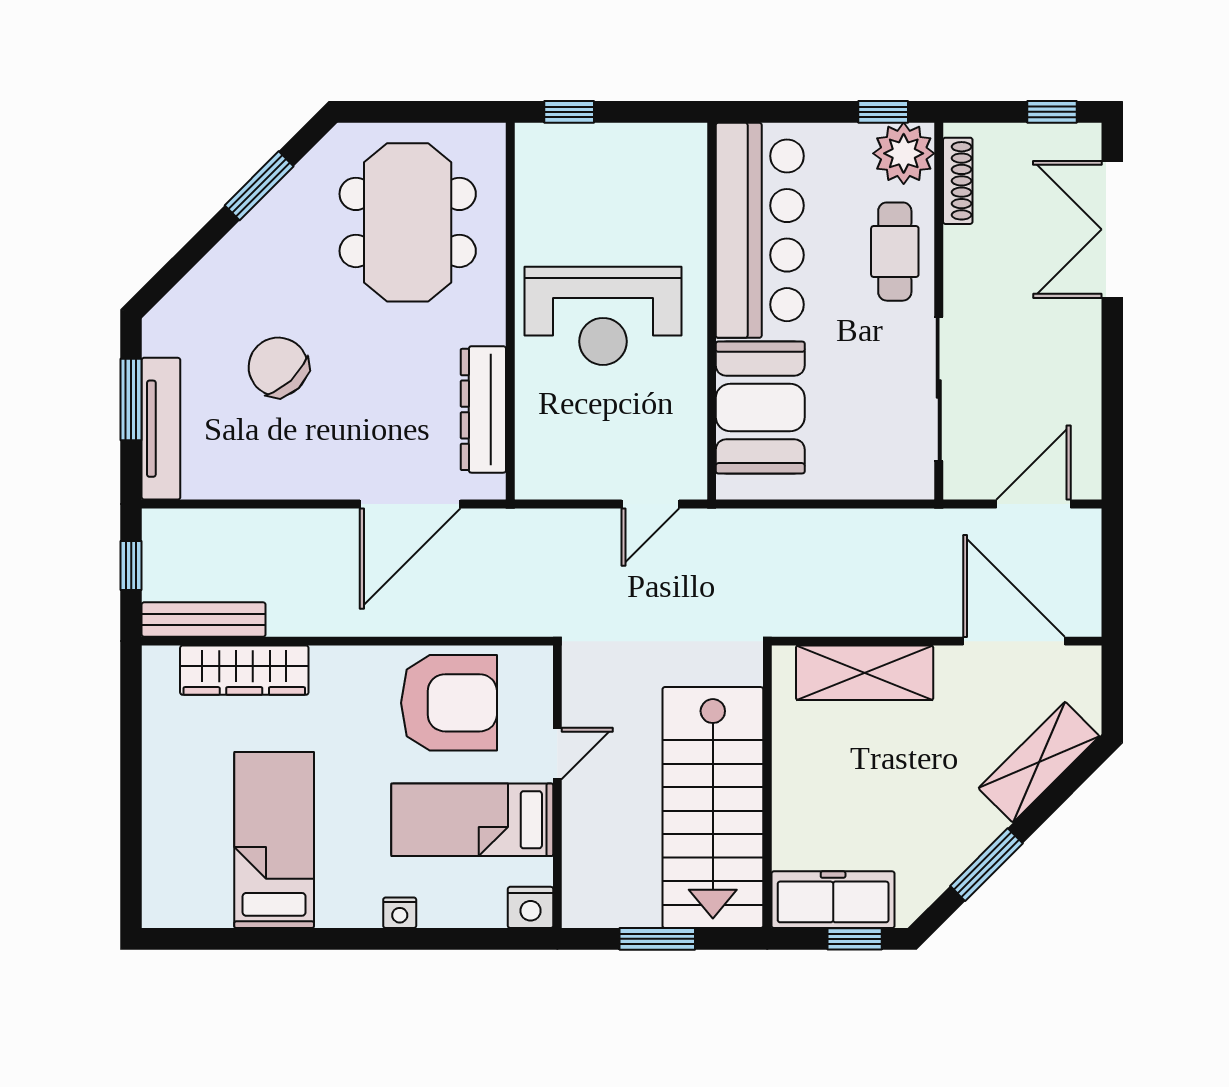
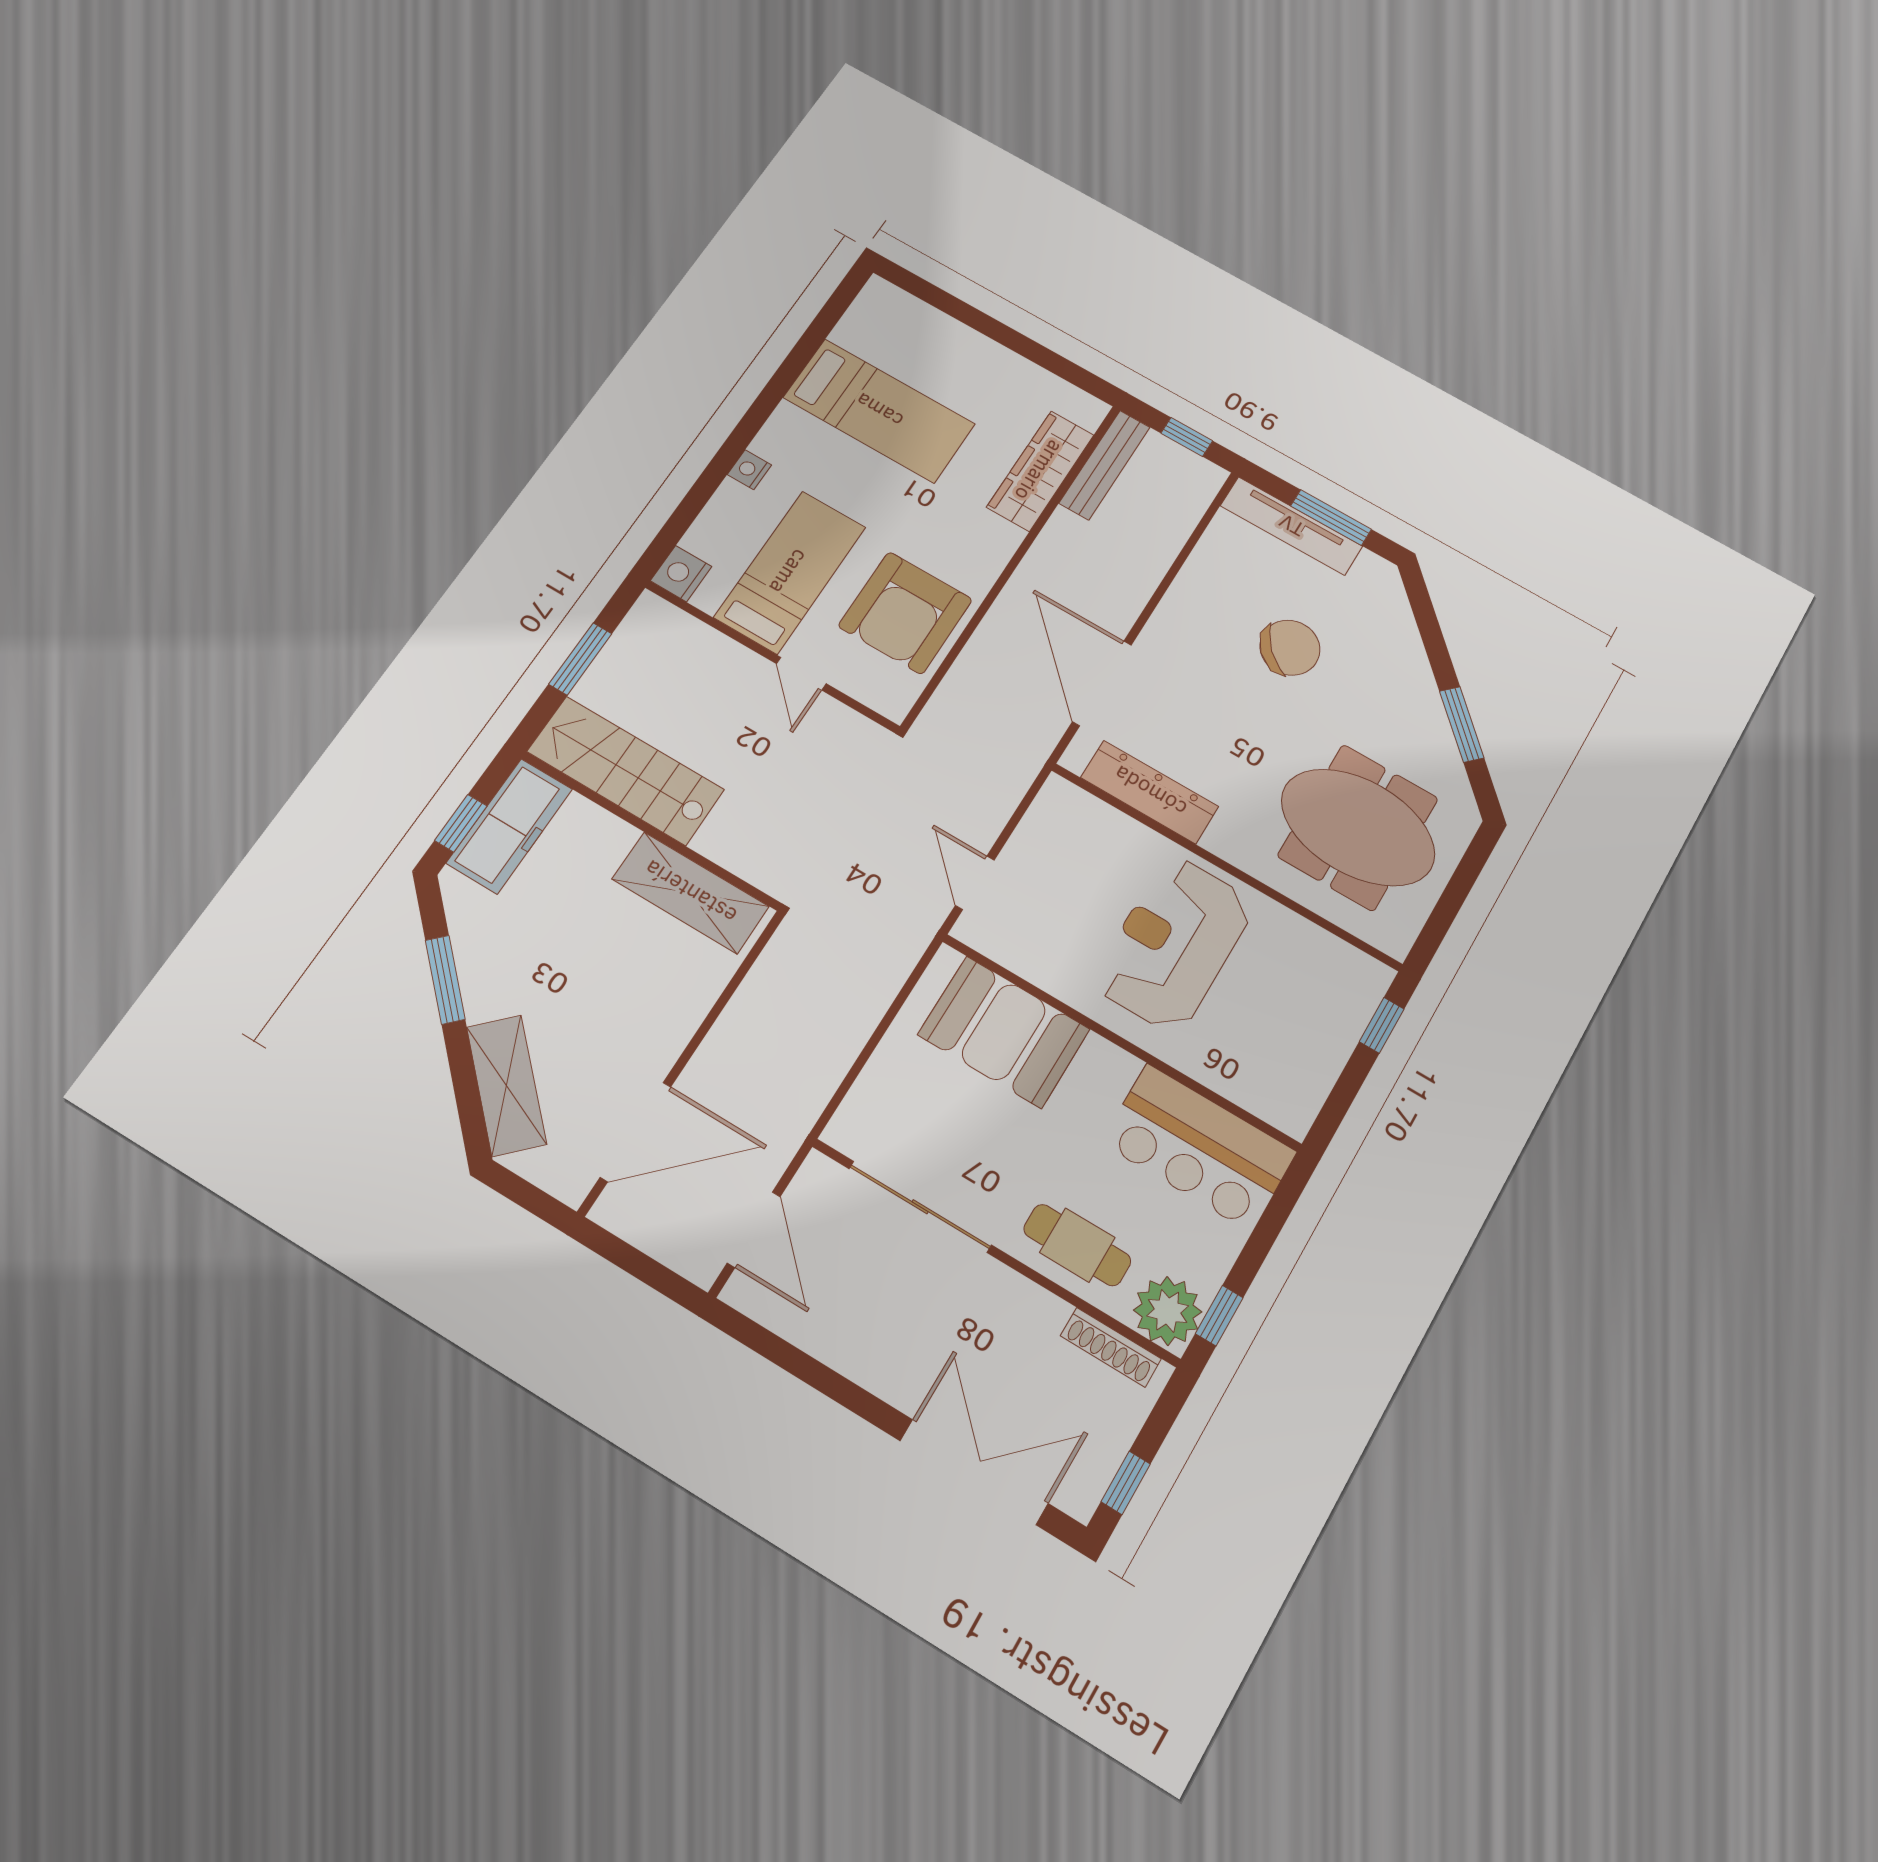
bar counter: (760, 230) -> (1199, 1147), width x0.73
shelving: (865, 673) -> (690, 893), moved, turned 90
stairs: (713, 808) -> (626, 771), width x0.73, depth x0.66

